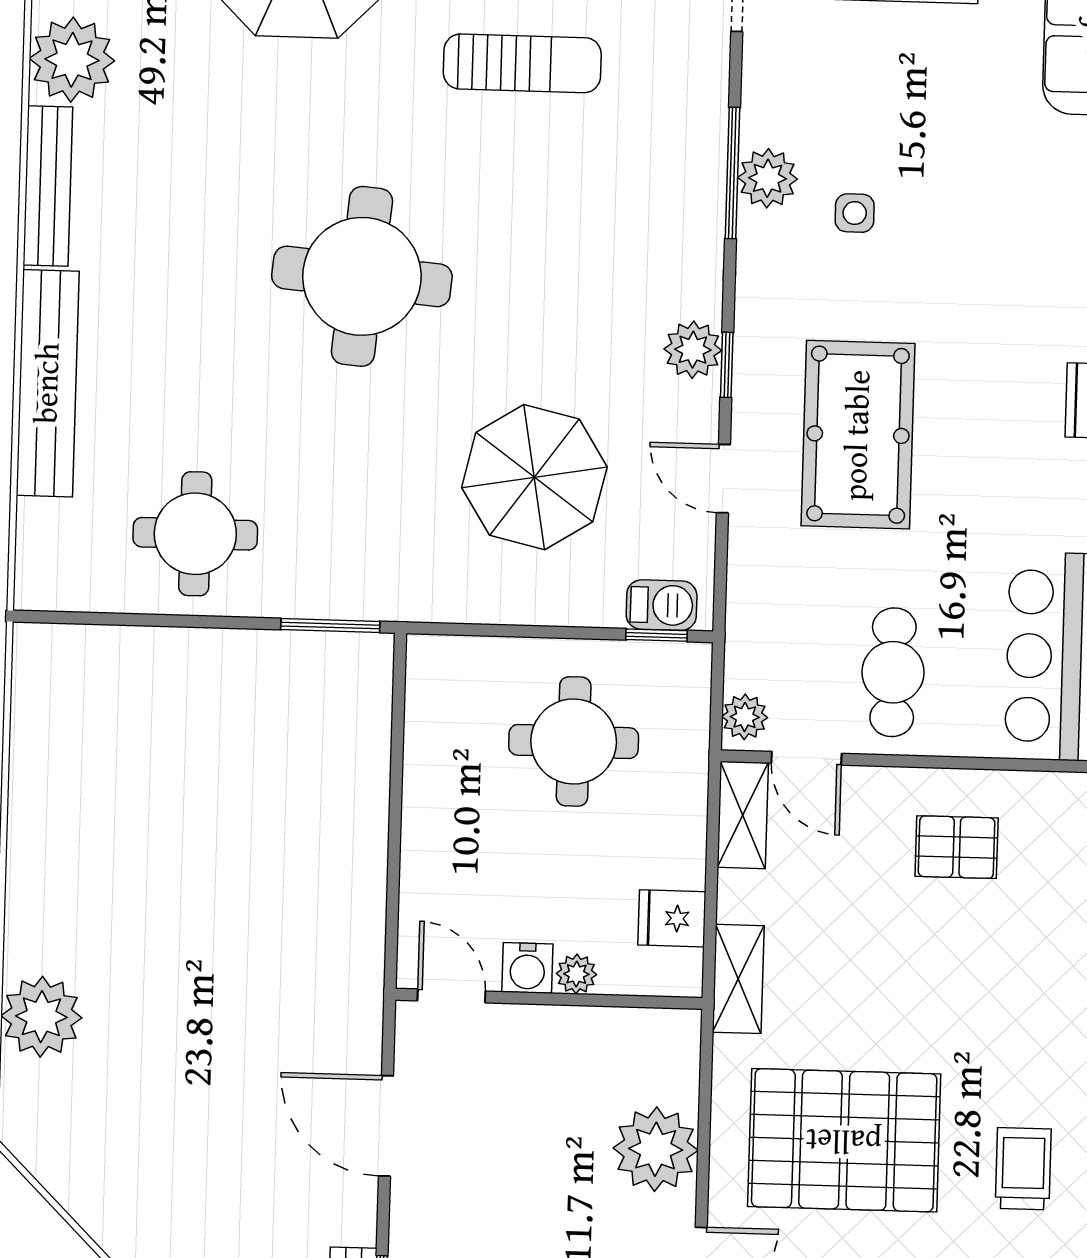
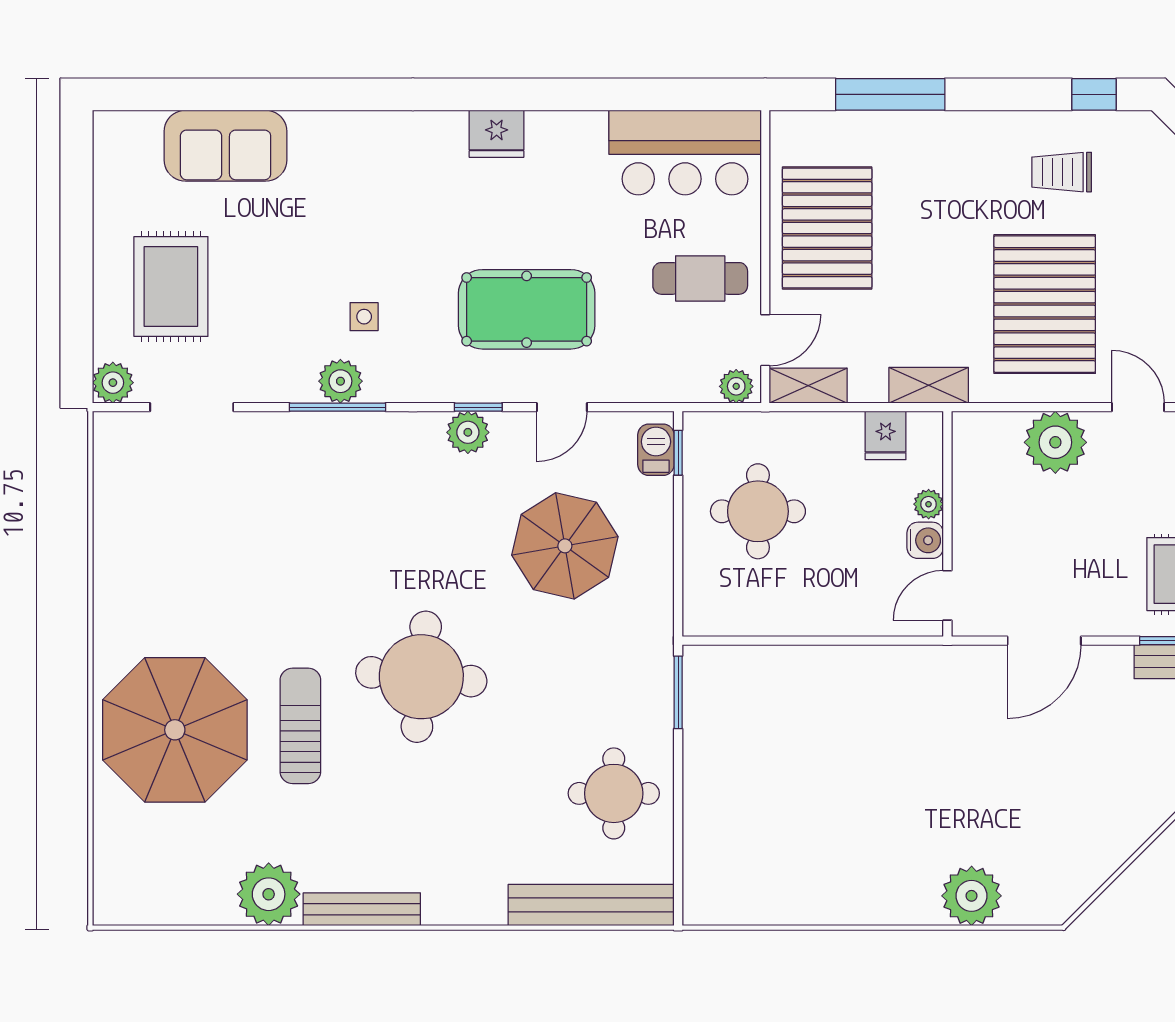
sun lounger: (522, 63) -> (300, 726), moved
bench: (48, 383) -> (591, 905), moved
pallet: (957, 847) -> (827, 228), width x2.05, depth x2.00

